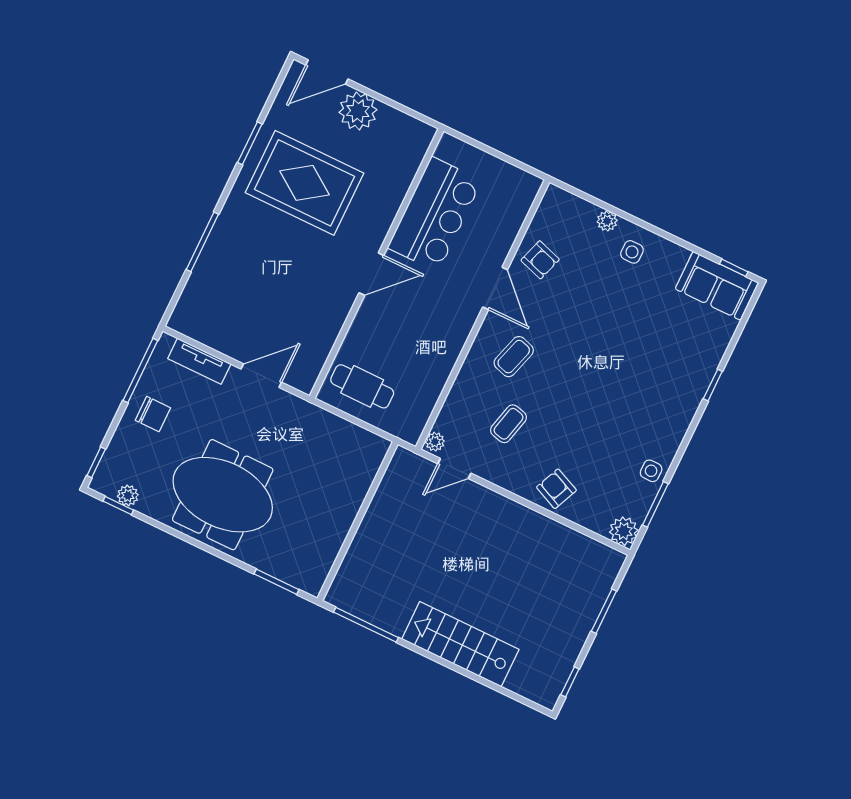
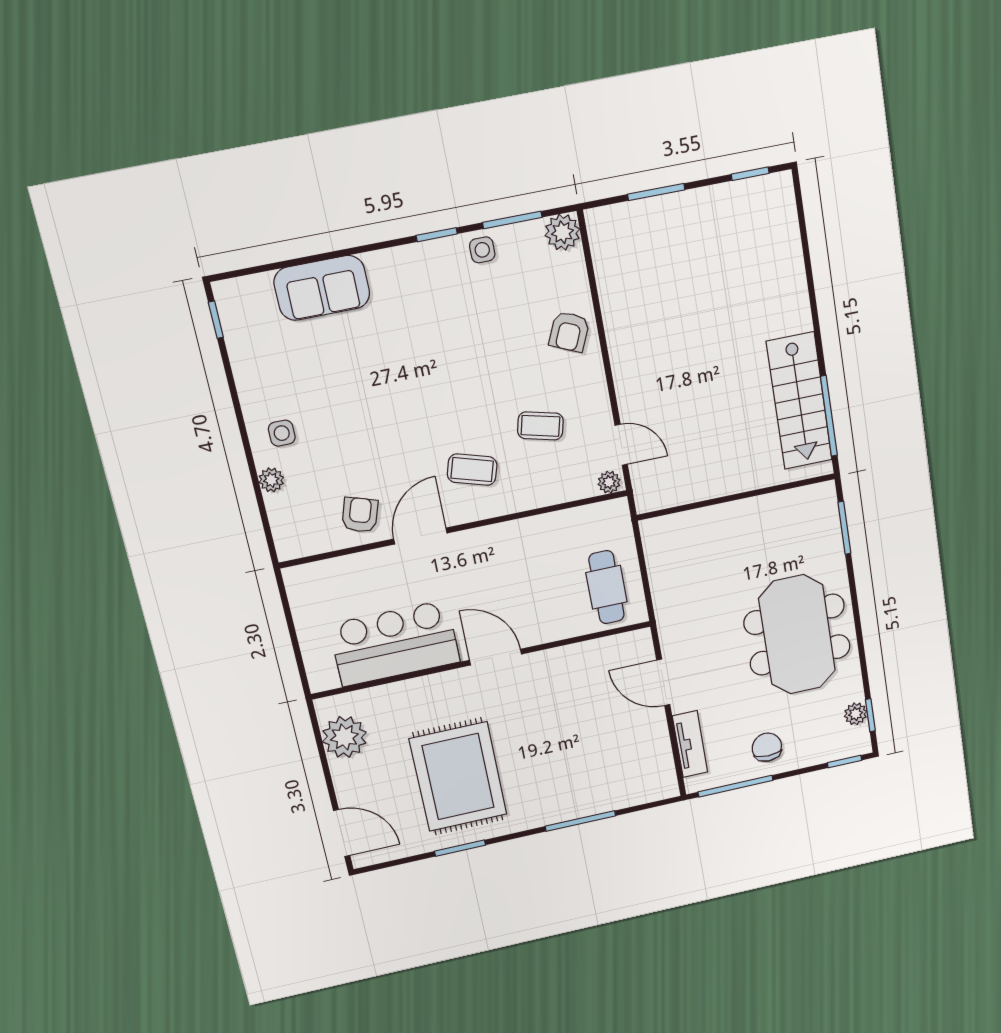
plant: (358, 111) -> (344, 737), moved
sofa: (717, 286) -> (322, 288), moved, turned 90
window: (713, 385) -> (437, 235), moved
stairs: (460, 644) -> (799, 401), moved

